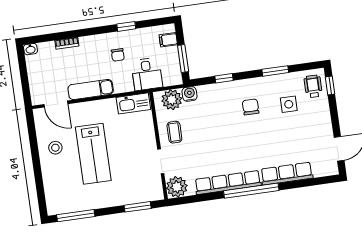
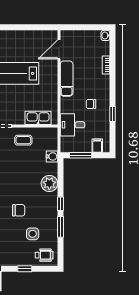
window: (224, 78) -> (60, 204), moved
window: (330, 85) -> (25, 269), moved
plant: (172, 100) -> (49, 183), moved
kitchen sink: (133, 103) -> (38, 118), moved, turned 90
chair: (251, 107) -> (19, 210), moved
stool: (55, 148) -> (24, 44), removed

